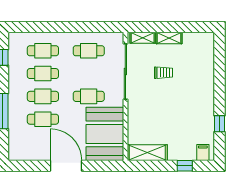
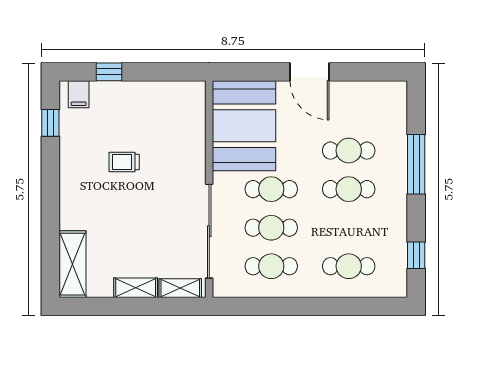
trolley: (163, 73) -> (124, 162), moved
cafe table: (43, 74) -> (271, 228), moved
window: (220, 124) -> (50, 123), moved
shelving: (147, 153) -> (72, 264), moved, turned 90
door: (66, 166) -> (310, 72), width x0.73

